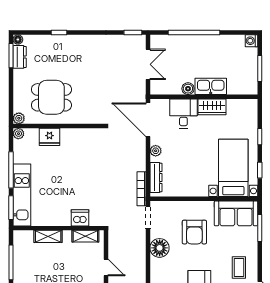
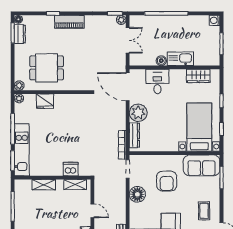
plant: (140, 40) -> (121, 20), added
piano: (79, 42) -> (69, 22), added
wardrobe: (212, 107) -> (198, 76), moved
plant: (156, 151) -> (138, 113), width x1.88, depth x1.88

